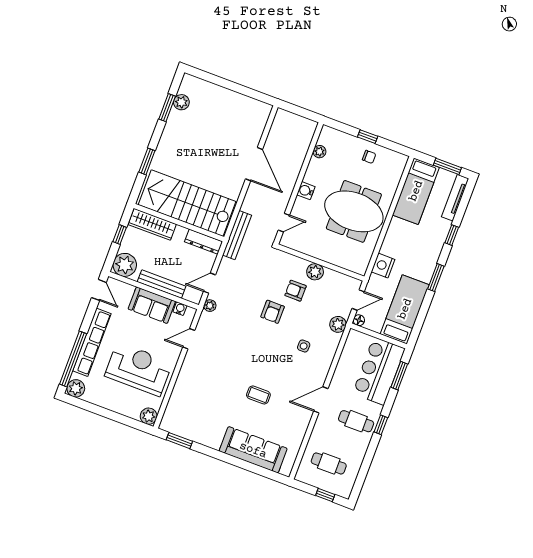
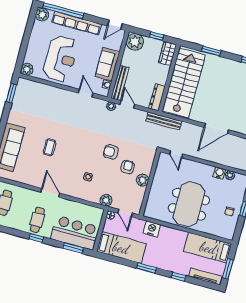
water cooler: (306, 191) -> (219, 173), moved
wardrobe: (152, 224) -> (168, 54), width x0.67
bench: (162, 284) -> (120, 83), moved

